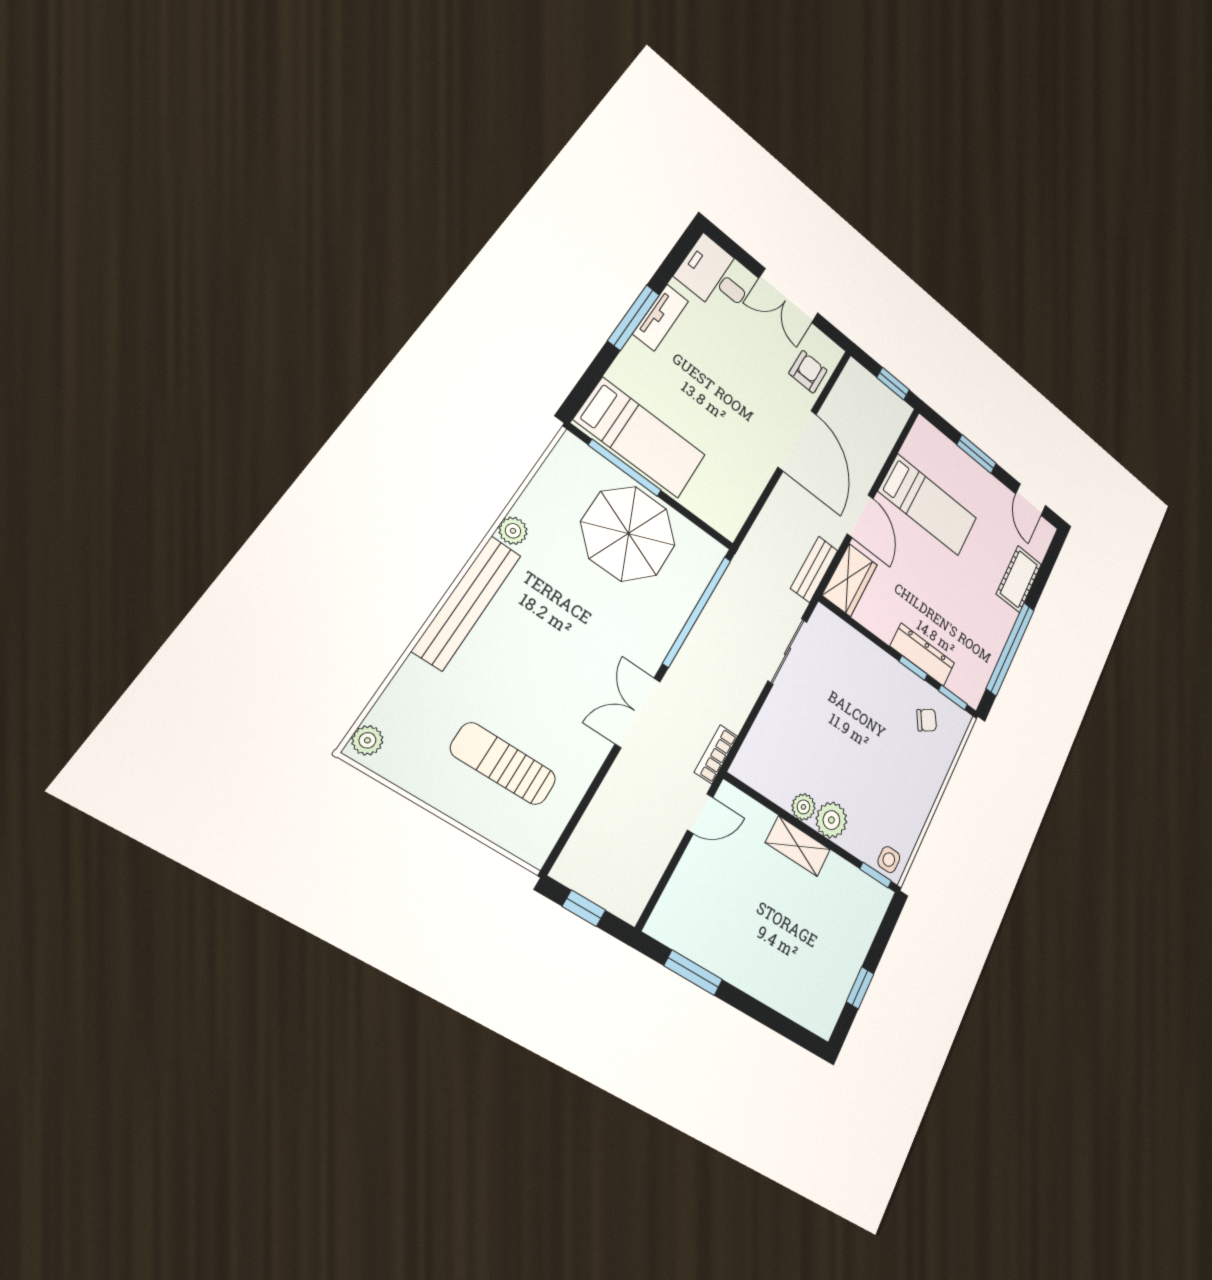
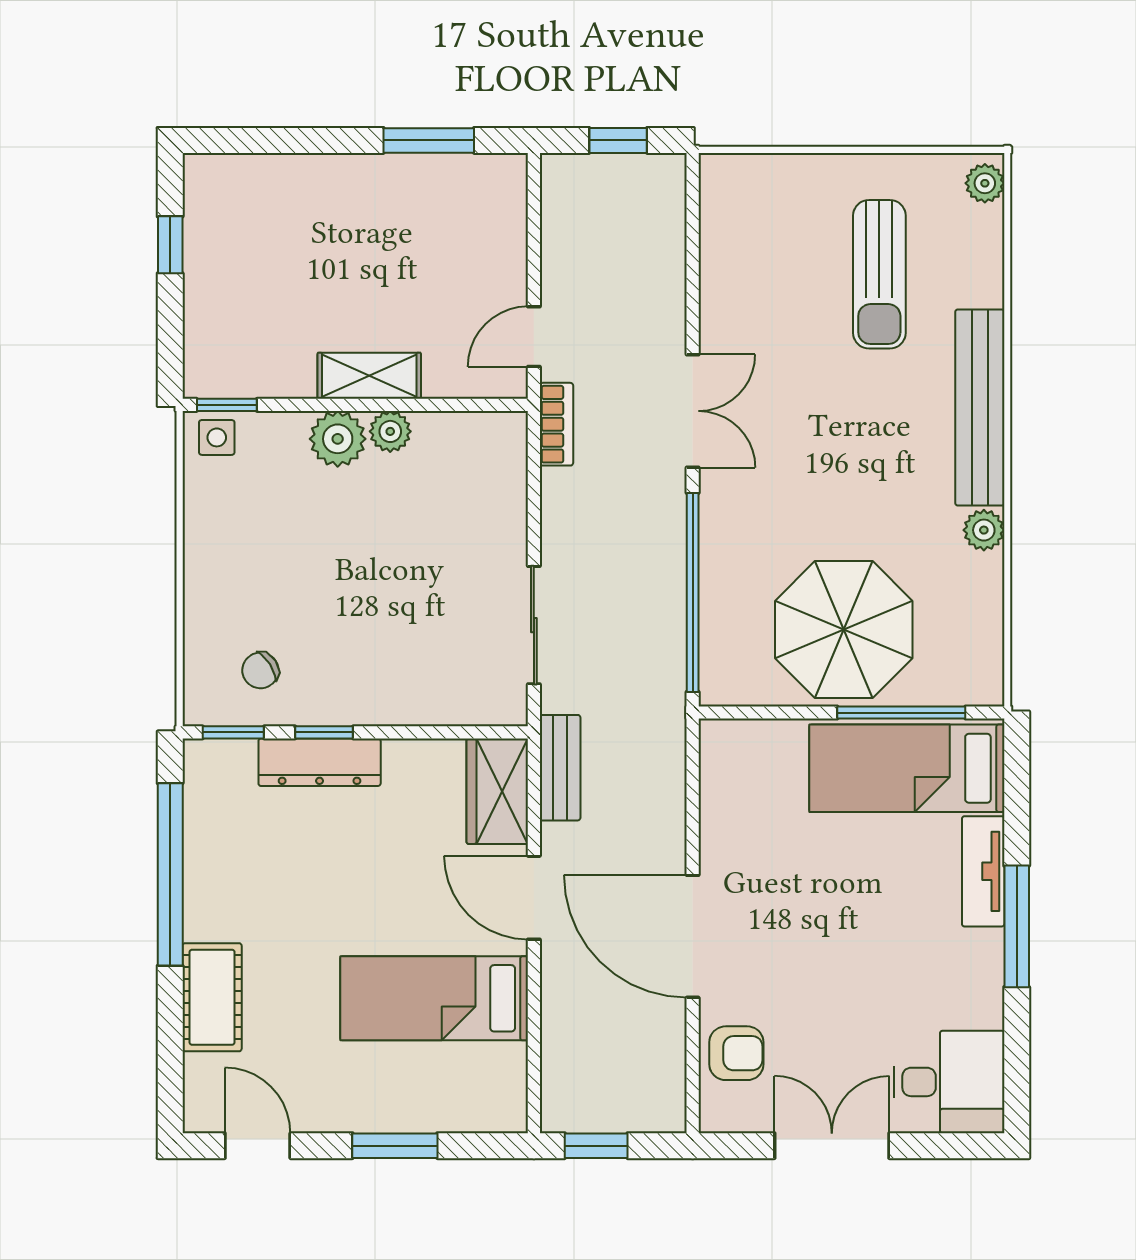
tv unit: (661, 318) -> (983, 871), moved
armchair: (808, 372) -> (736, 1053), turned -90
sun lounger: (504, 764) -> (879, 274), moved, turned 90

